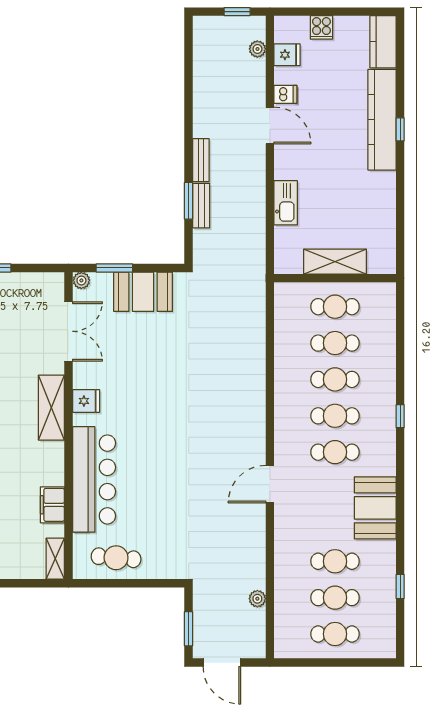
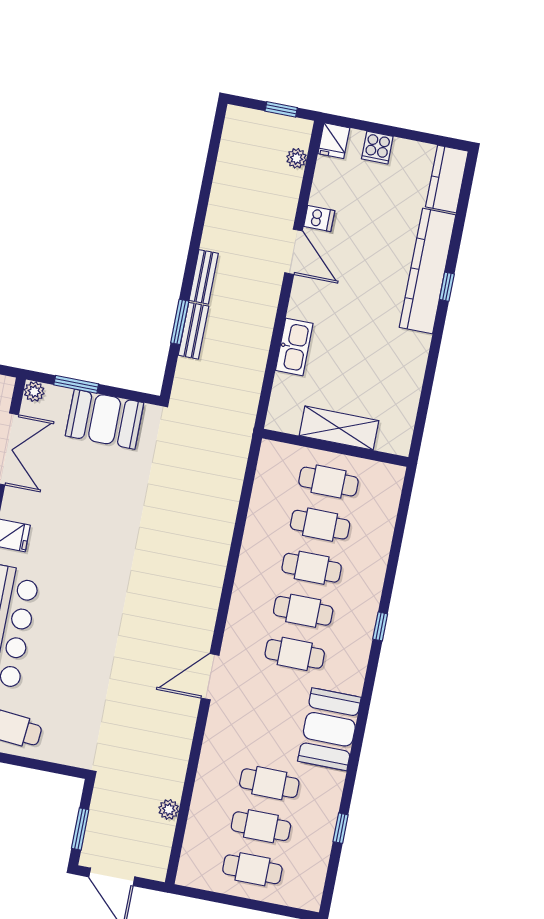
fridge: (287, 55) -> (334, 141), moved, turned 90

